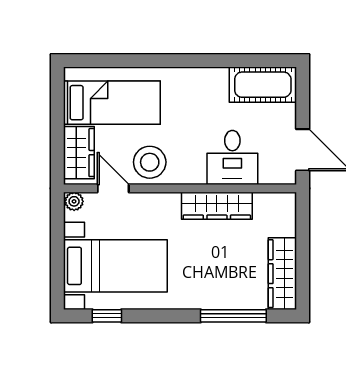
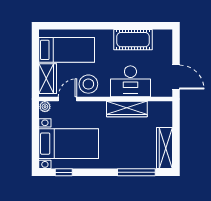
cot: (263, 85) -> (133, 40), moved
desk: (232, 157) -> (130, 81), width x1.37
door: (113, 188) -> (67, 99), hinge flipped

